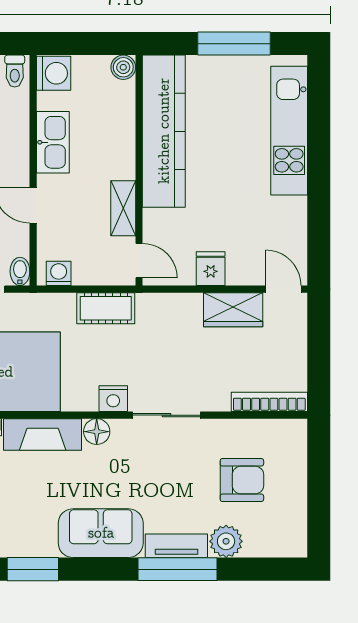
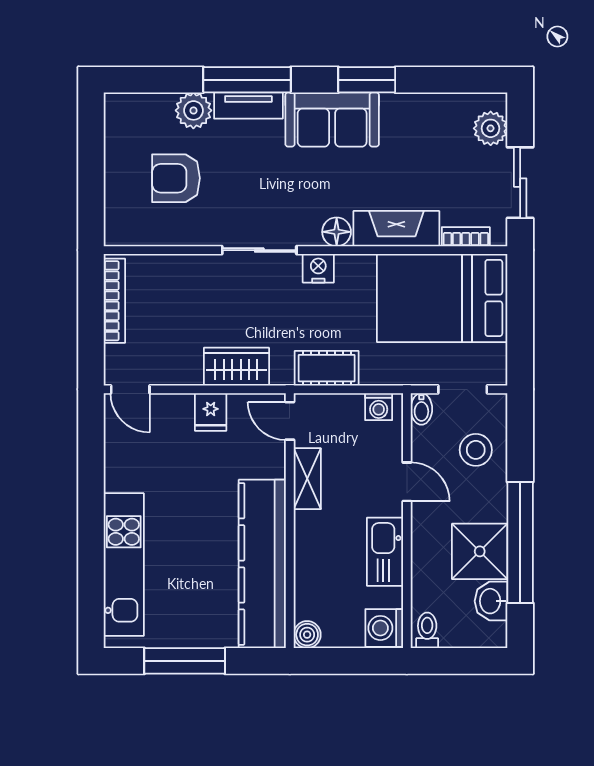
wardrobe: (233, 310) -> (236, 367), moved
bookcase: (269, 402) -> (114, 301), moved, turned -90
window: (33, 569) -> (367, 80), moved

